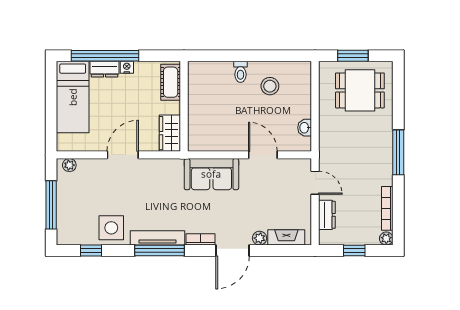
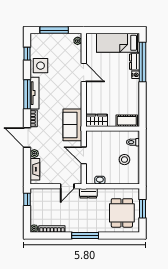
cot: (171, 82) -> (127, 121), moved
wall: (184, 106) -> (113, 129), moved
wardrobe: (170, 133) -> (97, 120), moved
door: (263, 155) -> (84, 155), swing flipped
dresser: (327, 215) -> (88, 193), moved
window: (354, 251) -> (27, 199), moved

